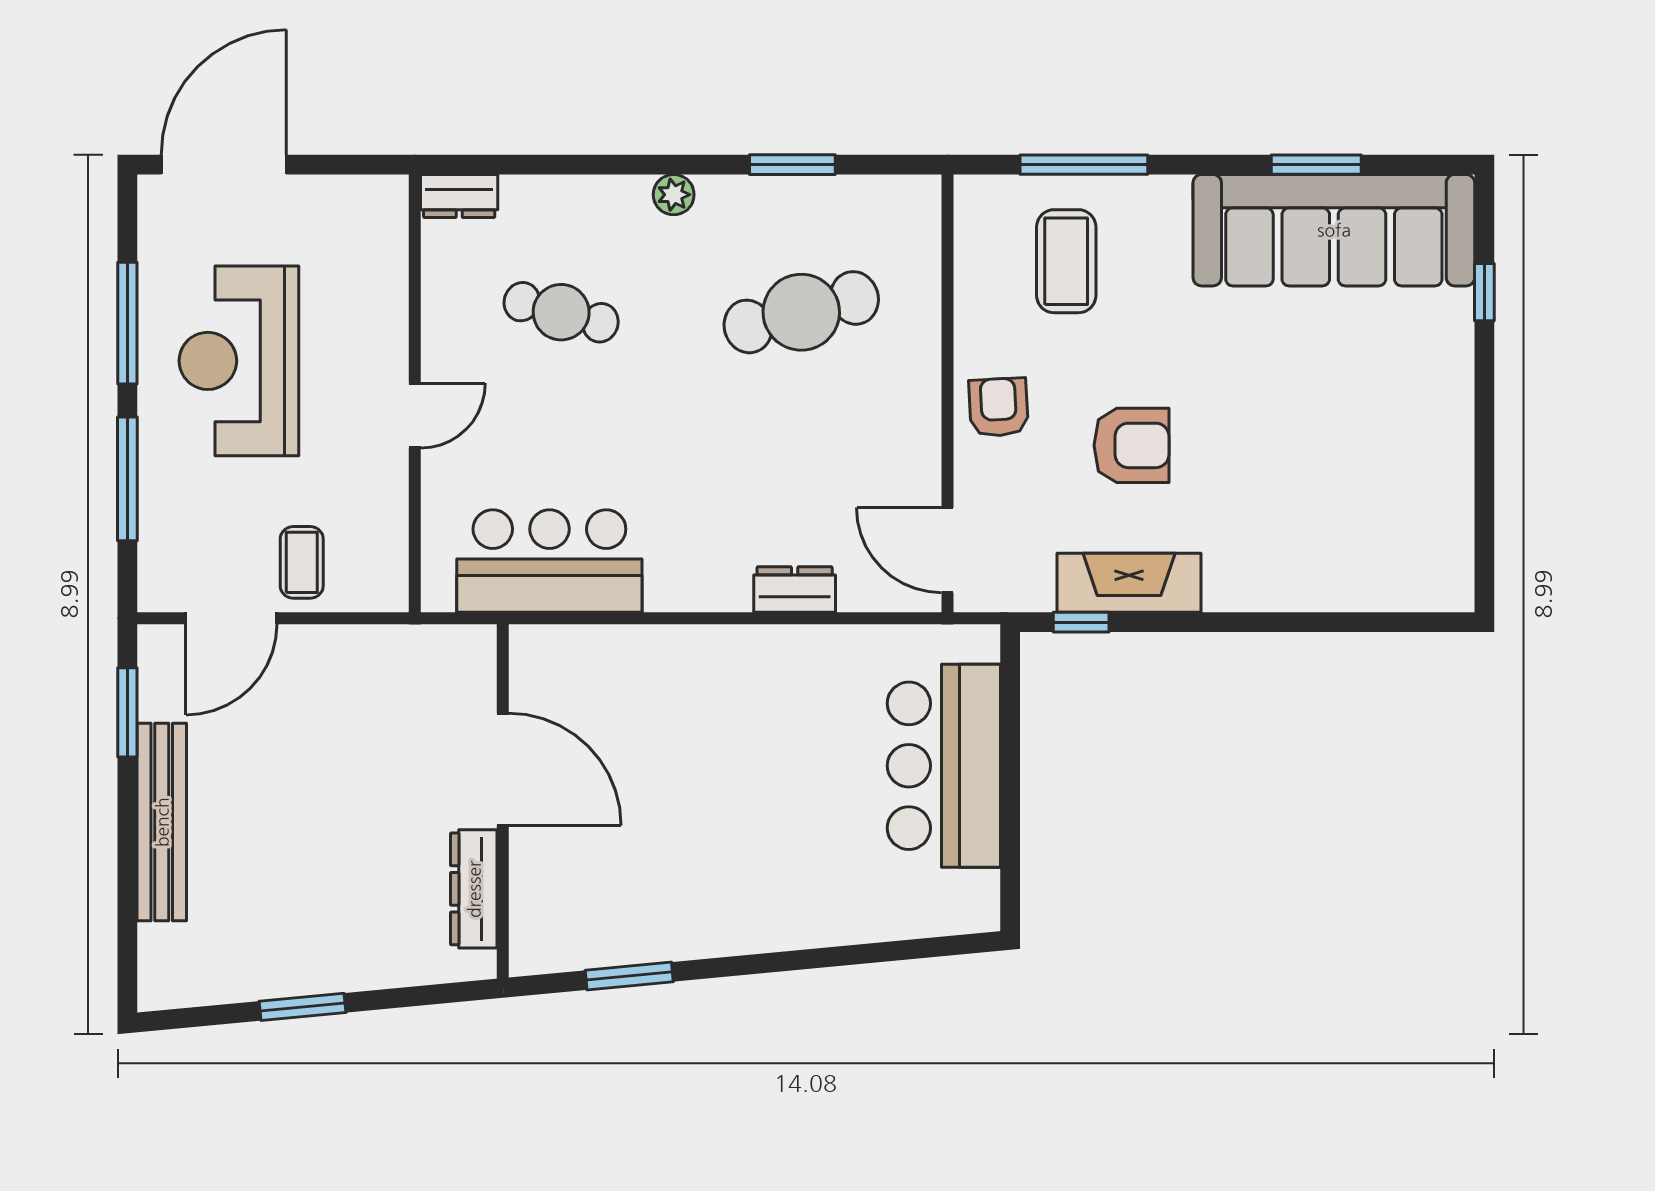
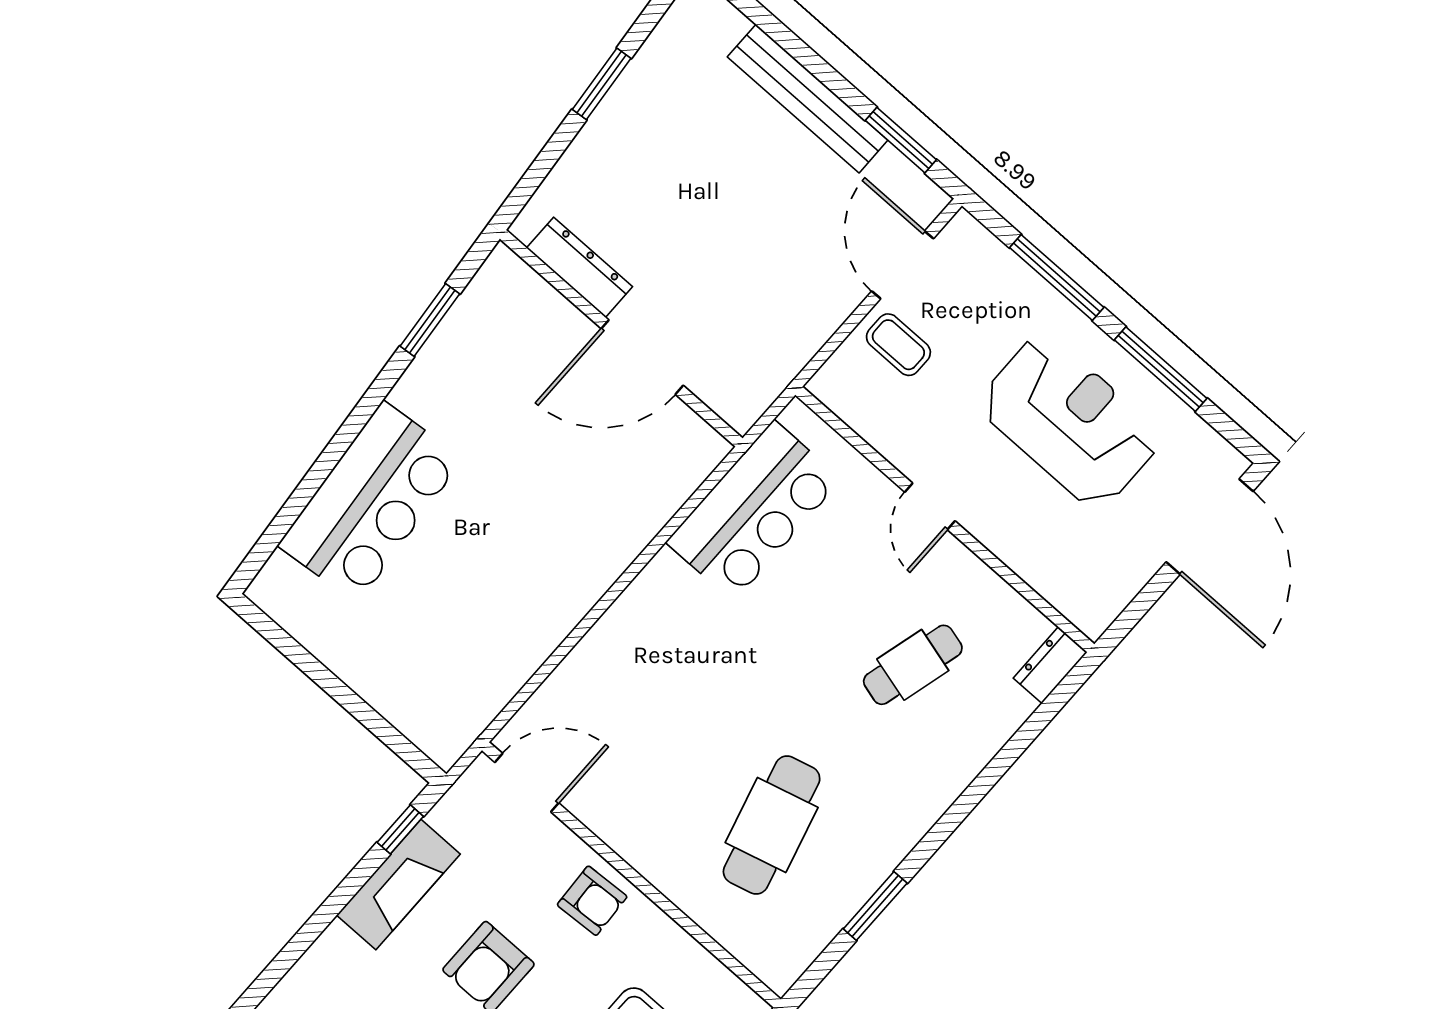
plant: (674, 195) -> (925, 809), removed
dresser: (795, 589) -> (591, 658), removed
bar counter: (944, 766) -> (370, 502), moved, turned 85

